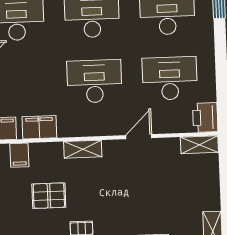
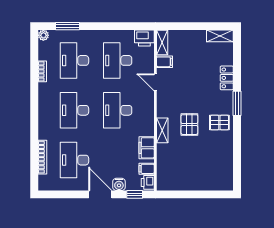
shelving: (83, 149) -> (162, 130), moved
filing cabinet: (19, 155) -> (165, 62), moved
pallet: (49, 196) -> (189, 125), moved

